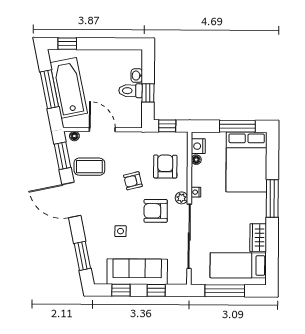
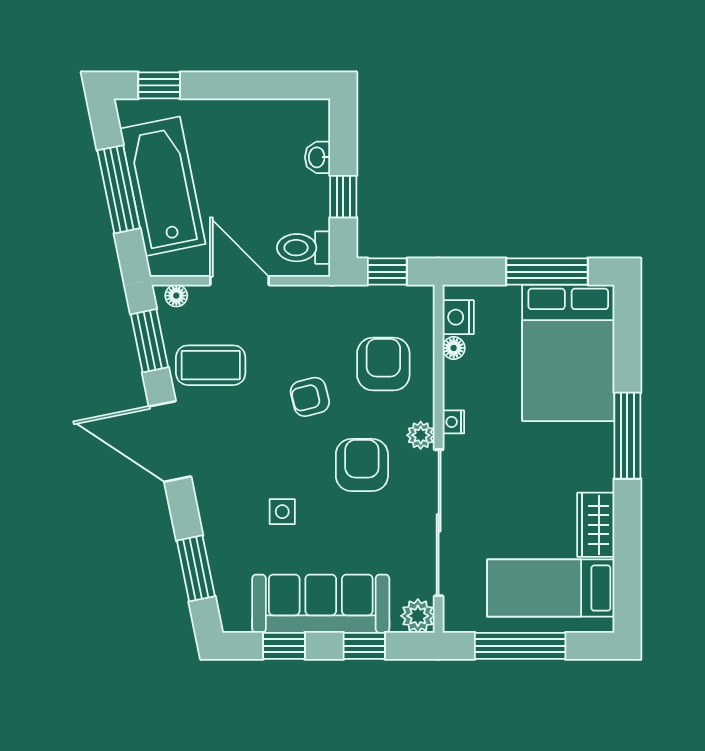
toilet: (131, 91) -> (304, 248), moved
armchair: (156, 211) -> (362, 465), turned 90
plant: (180, 277) -> (418, 616), added

